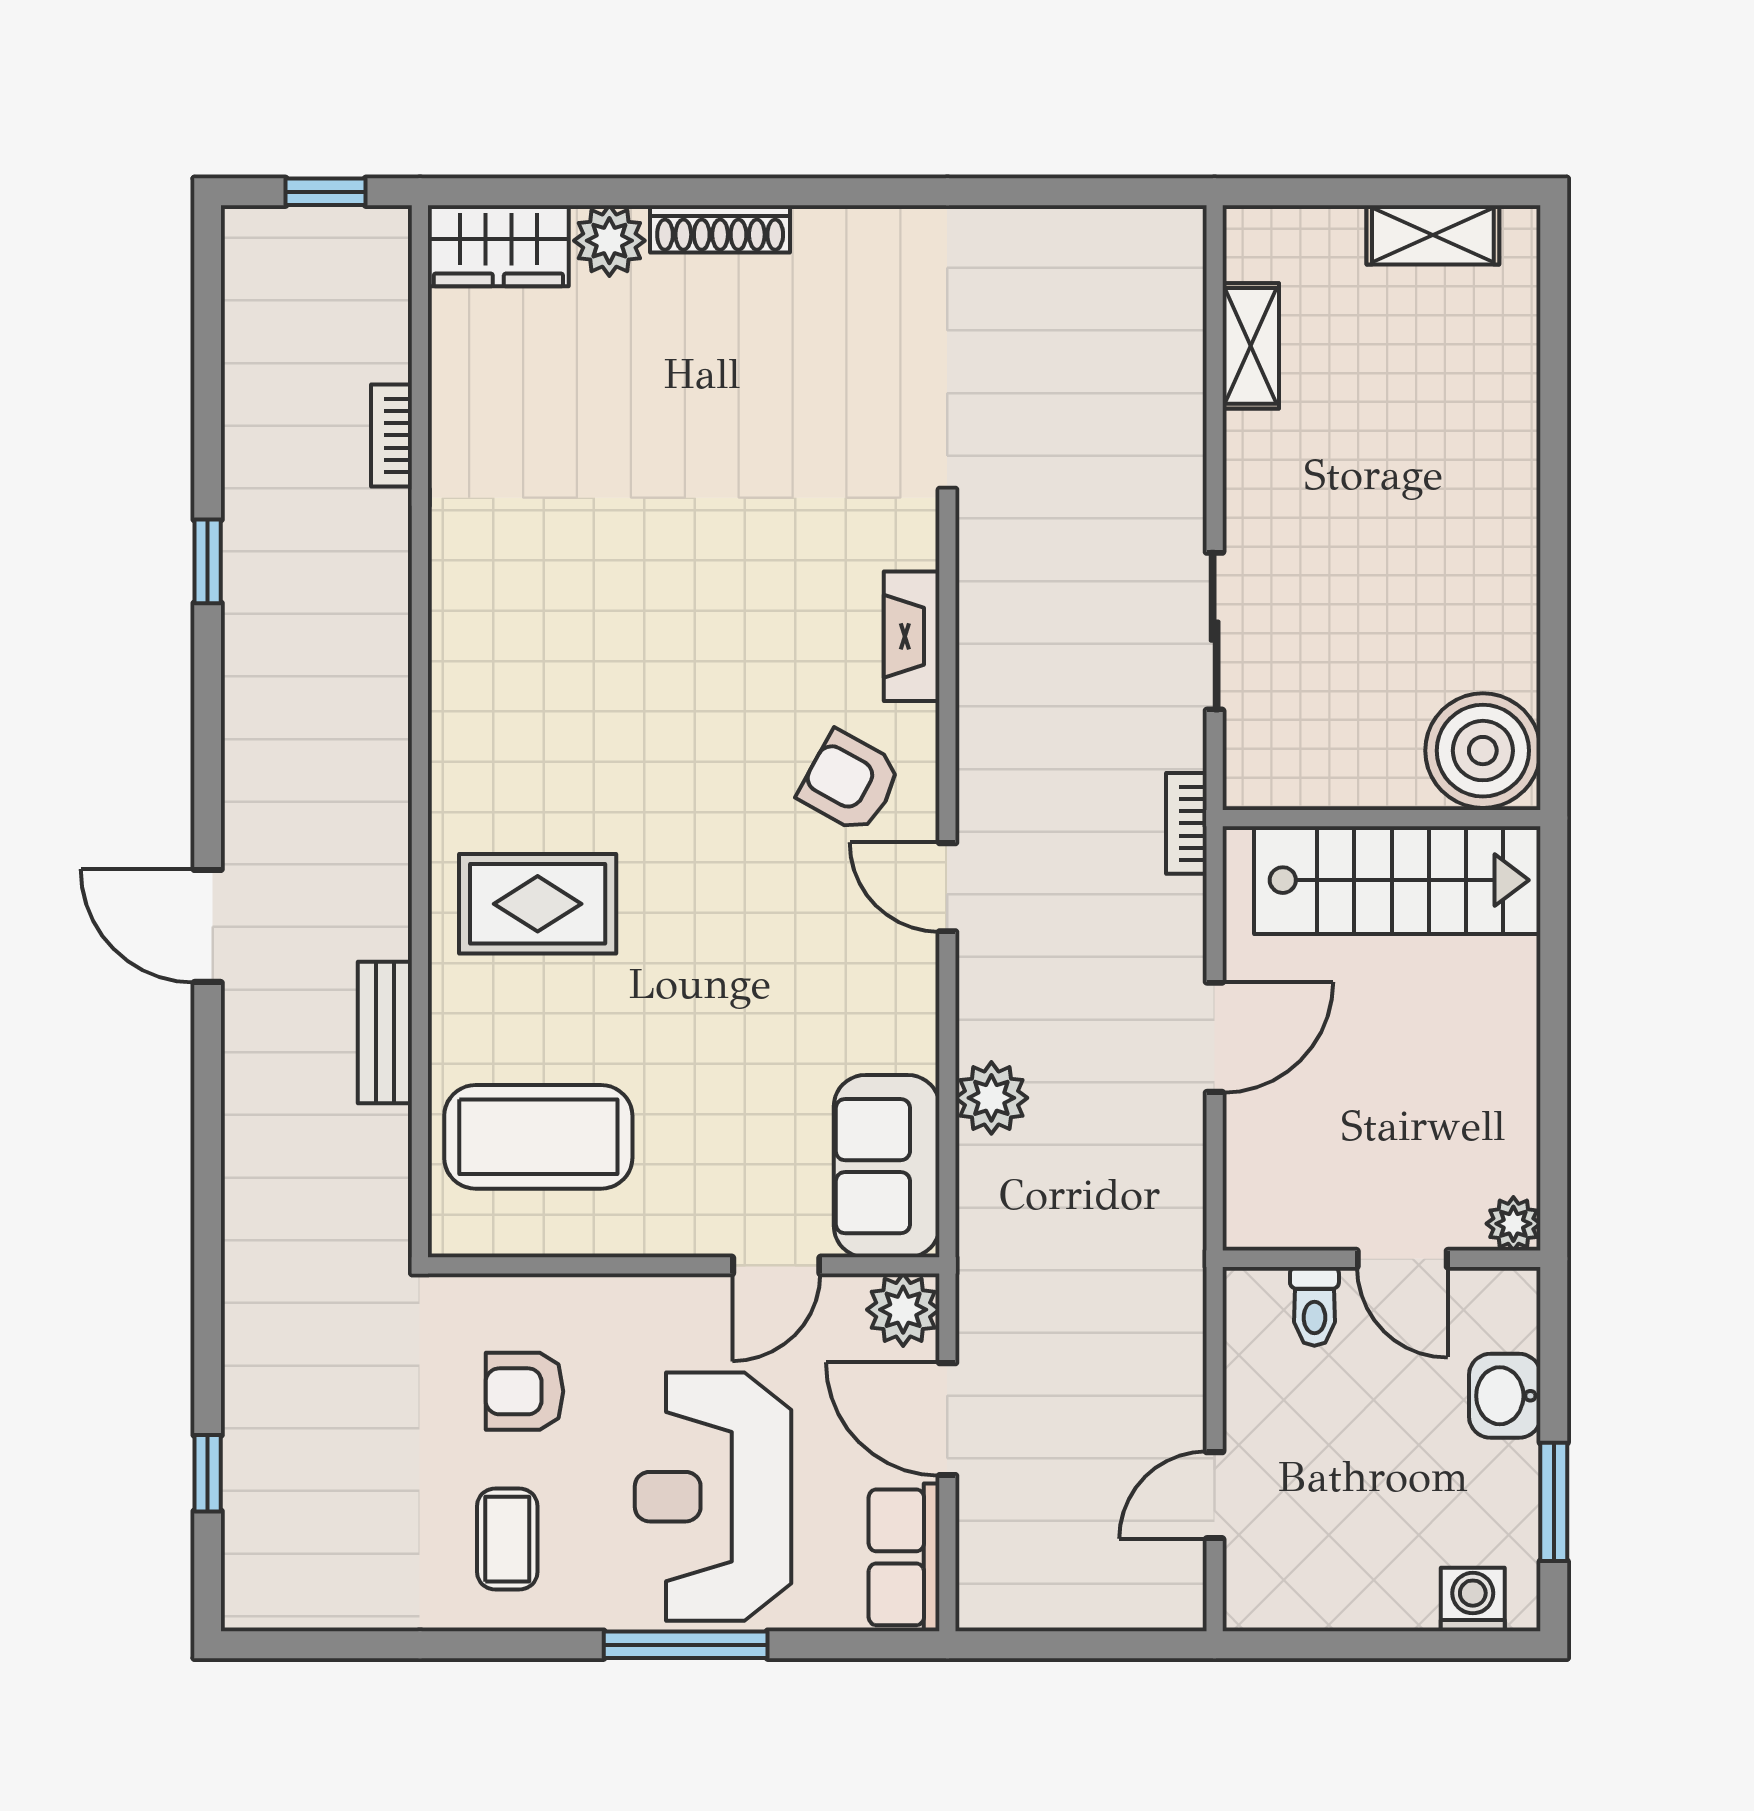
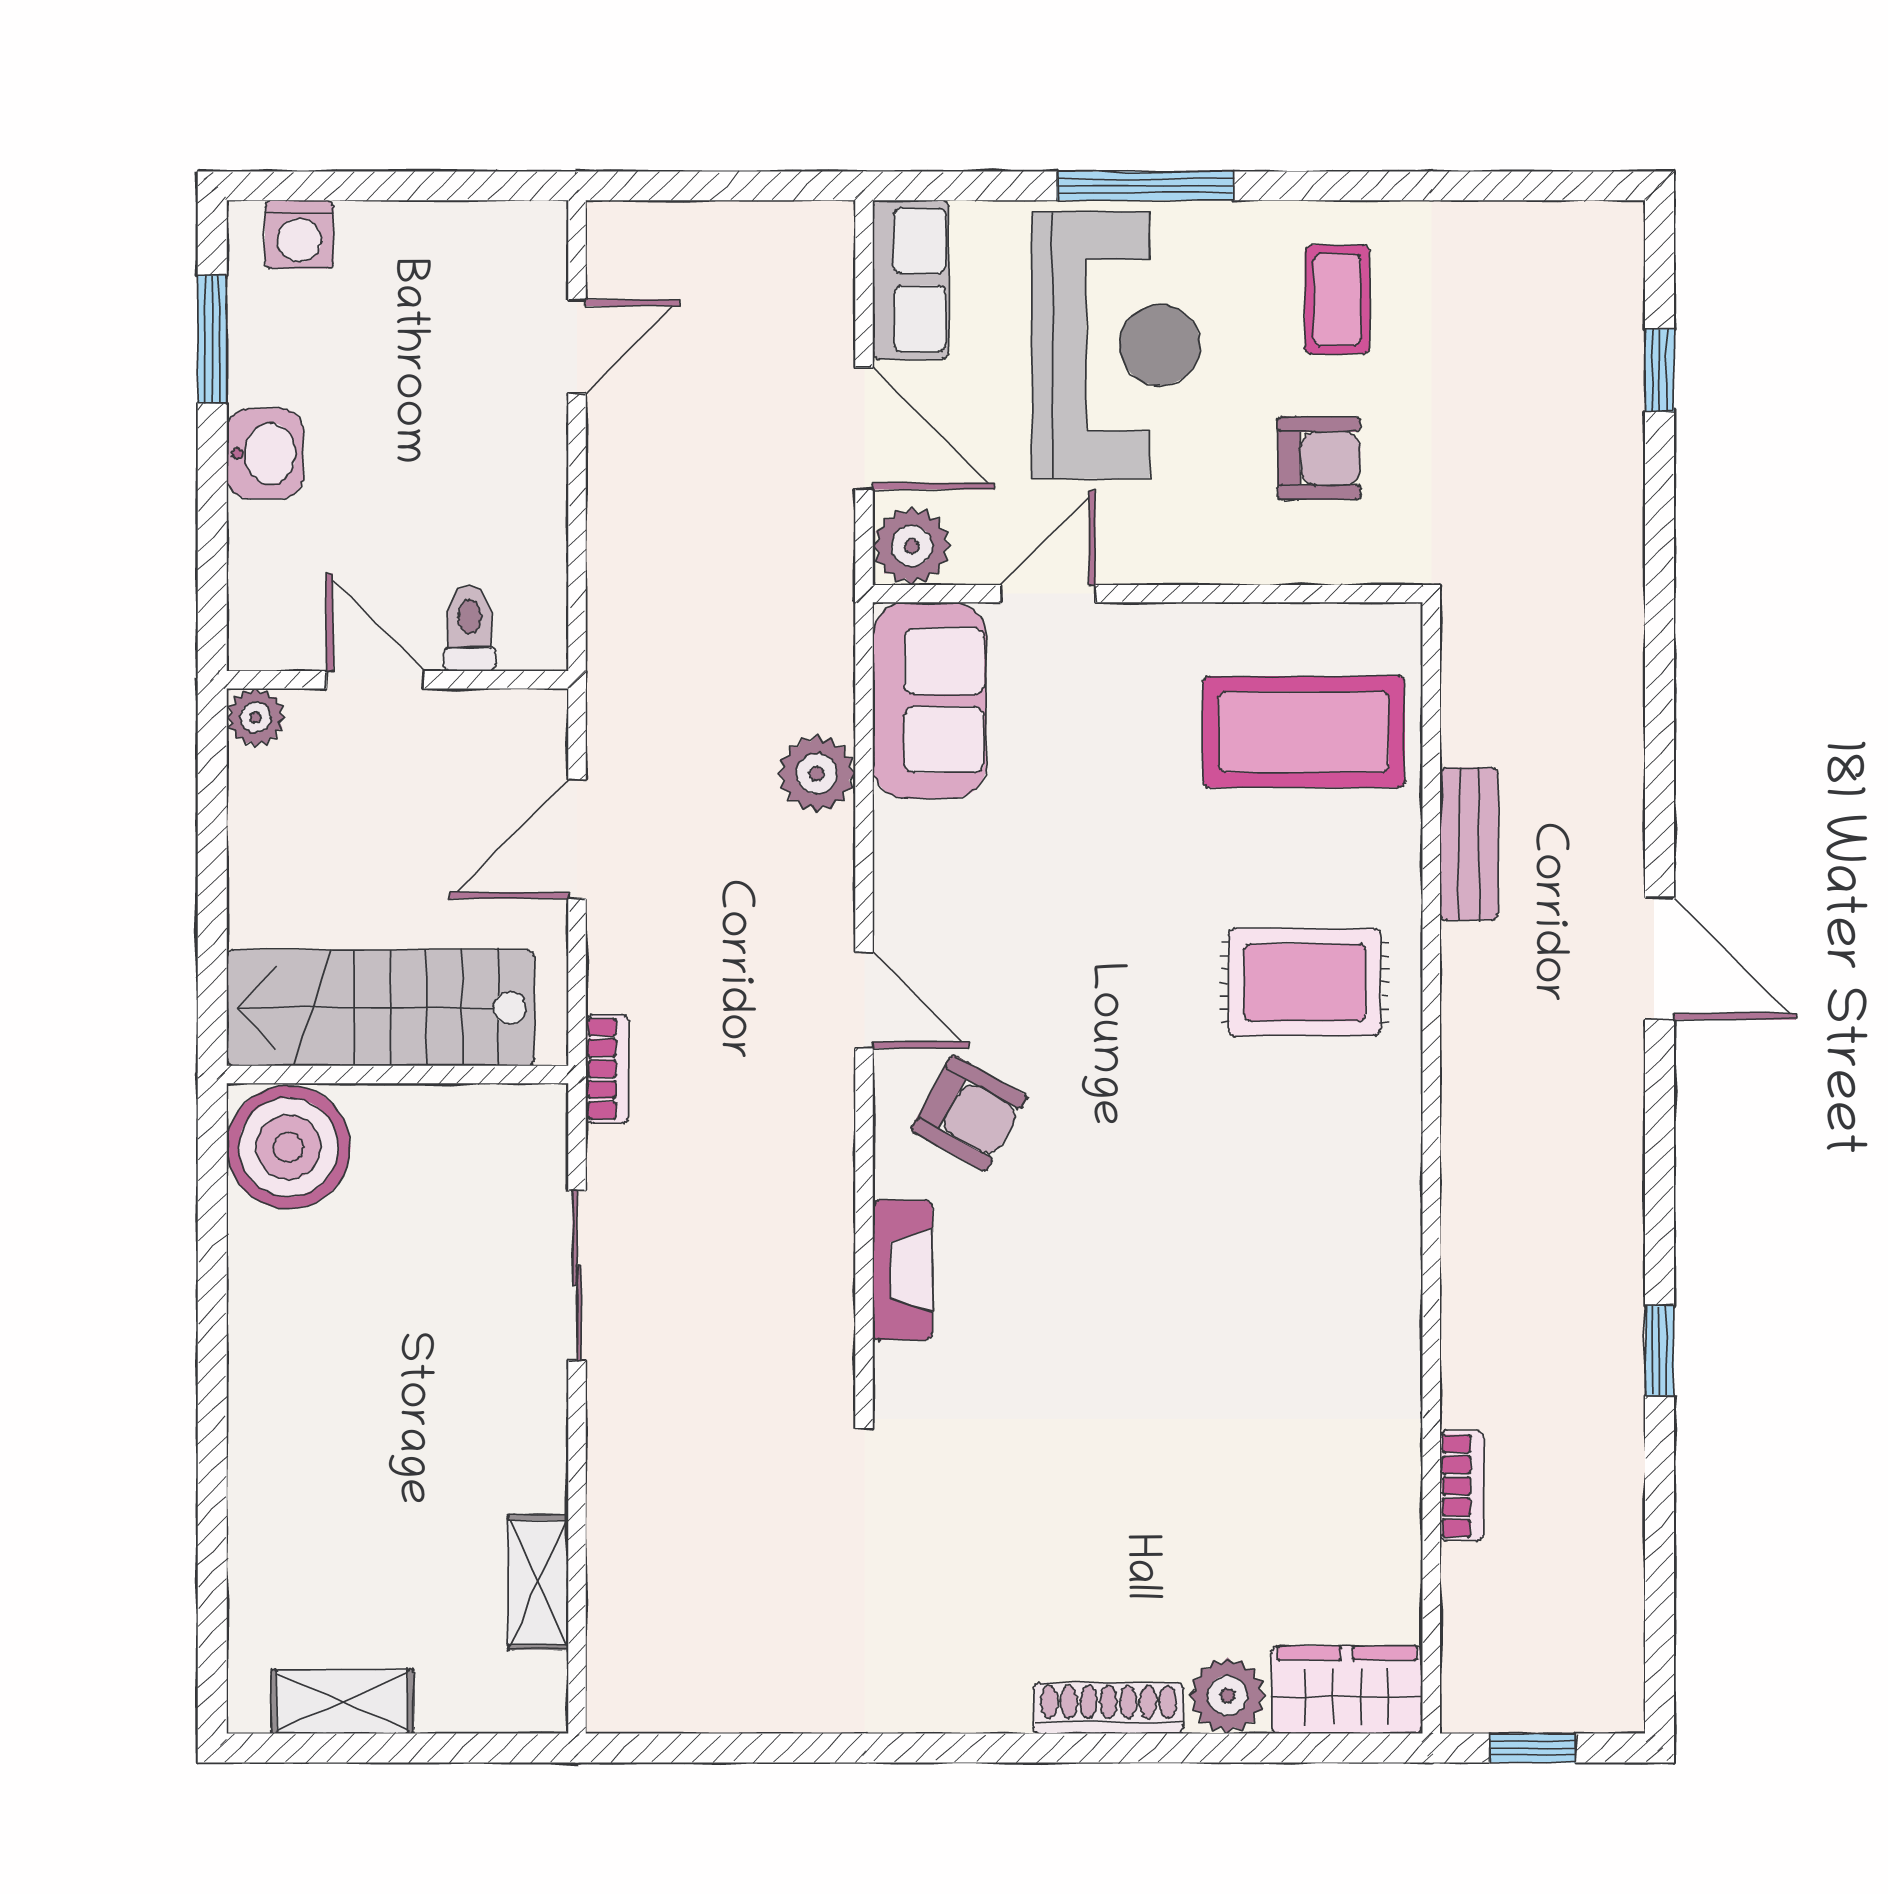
plant: (1513, 1224) -> (256, 717), moved
wall: (1381, 1259) -> (397, 680), moved
door: (1402, 1259) -> (375, 680), moved
toilet: (1314, 1306) -> (469, 629), moved

